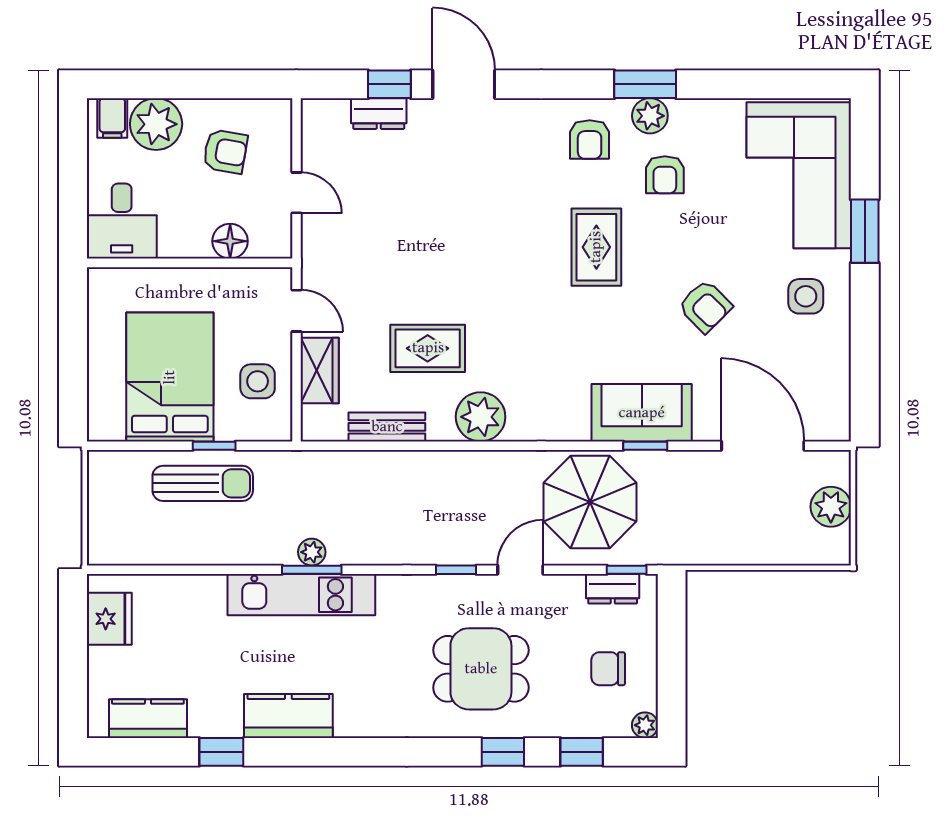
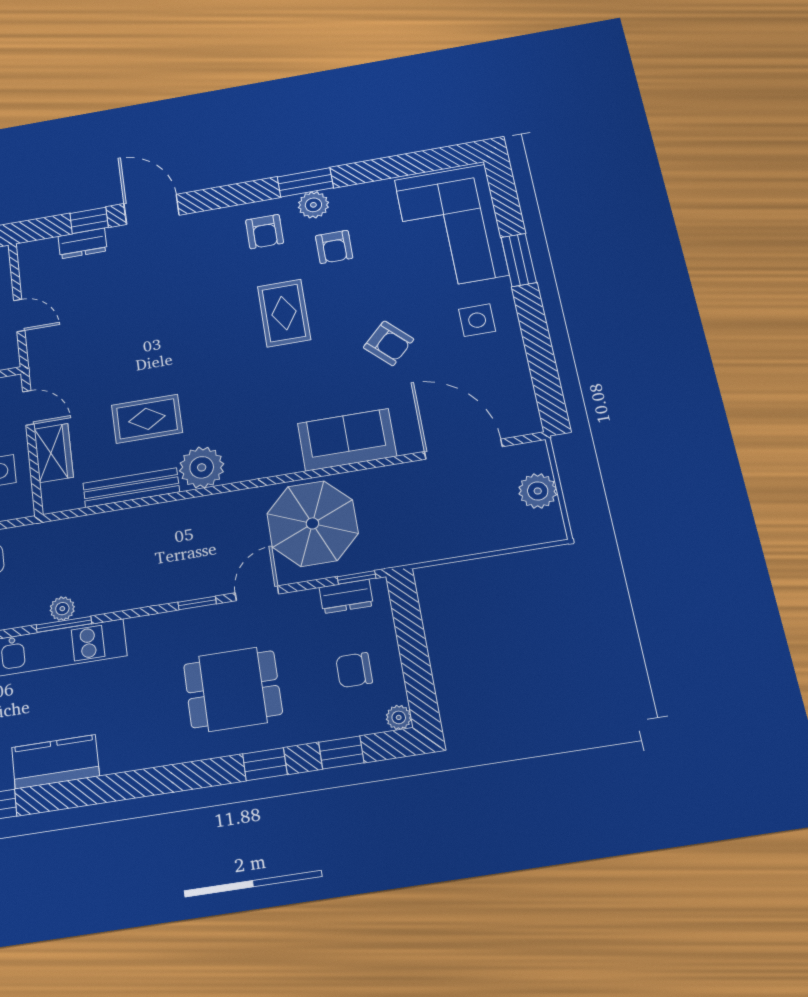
bench: (387, 427) -> (131, 488), width x1.36
window: (645, 446) -> (355, 467), removed

